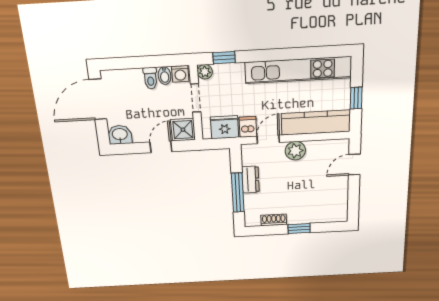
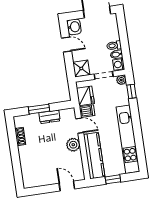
door: (161, 147) -> (66, 45), moved
window: (238, 193) -> (39, 109), width x0.69
window: (299, 229) -> (15, 155), removed

